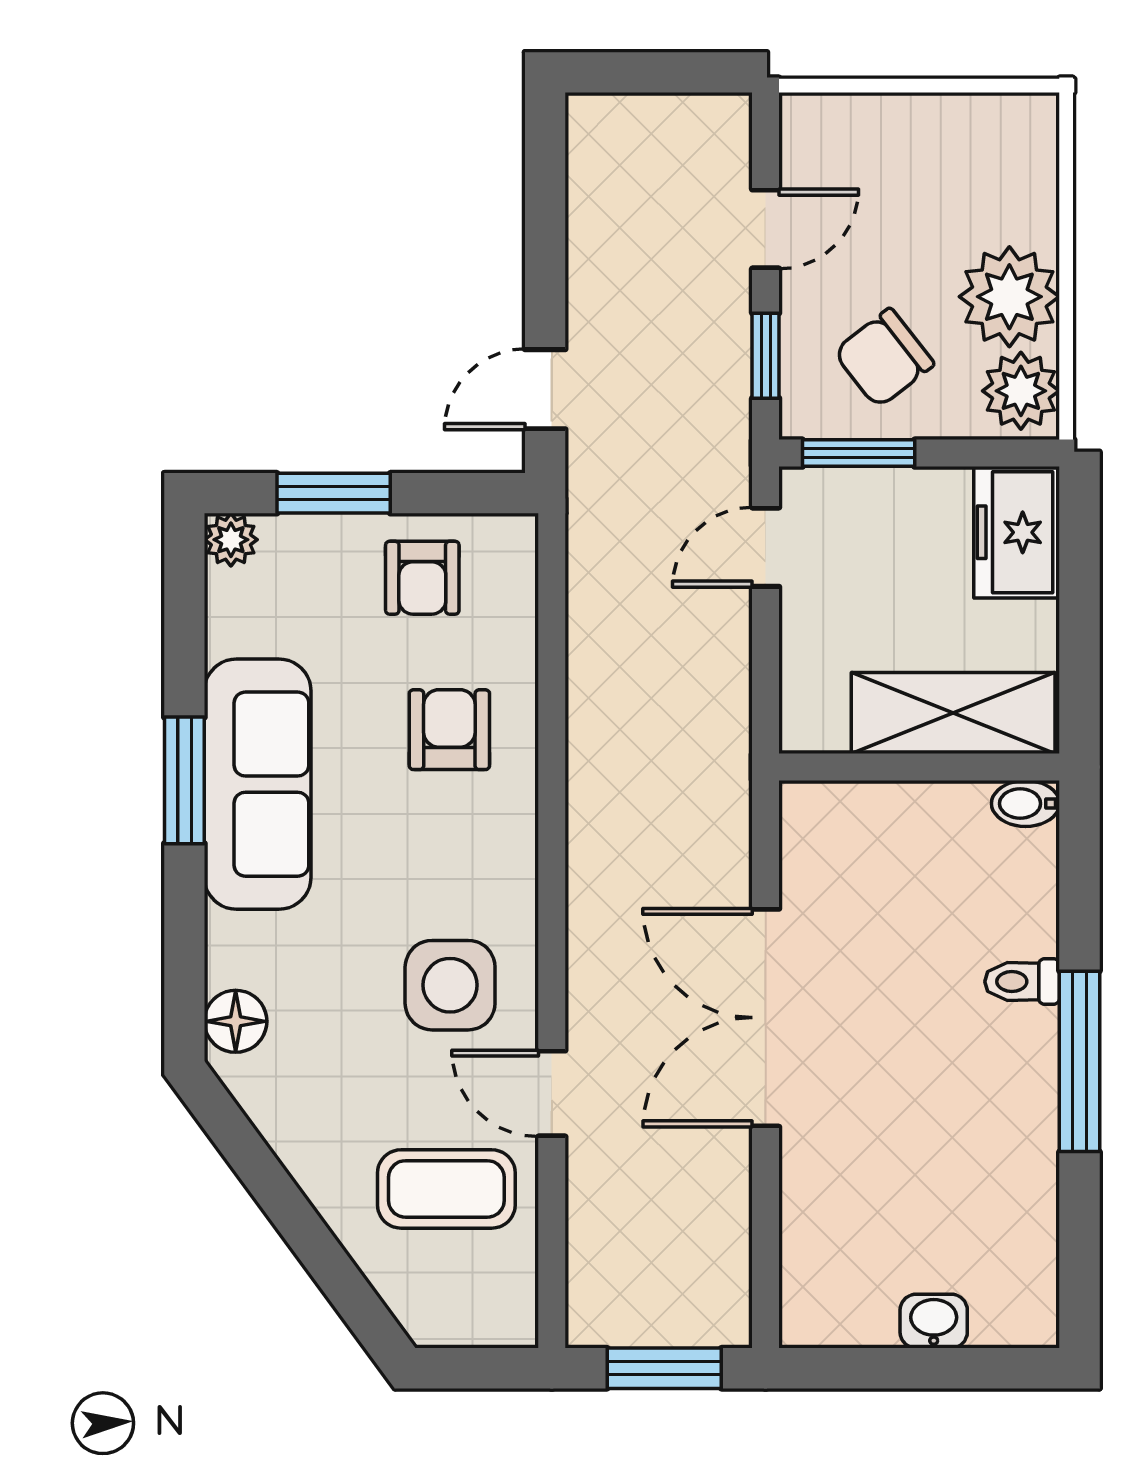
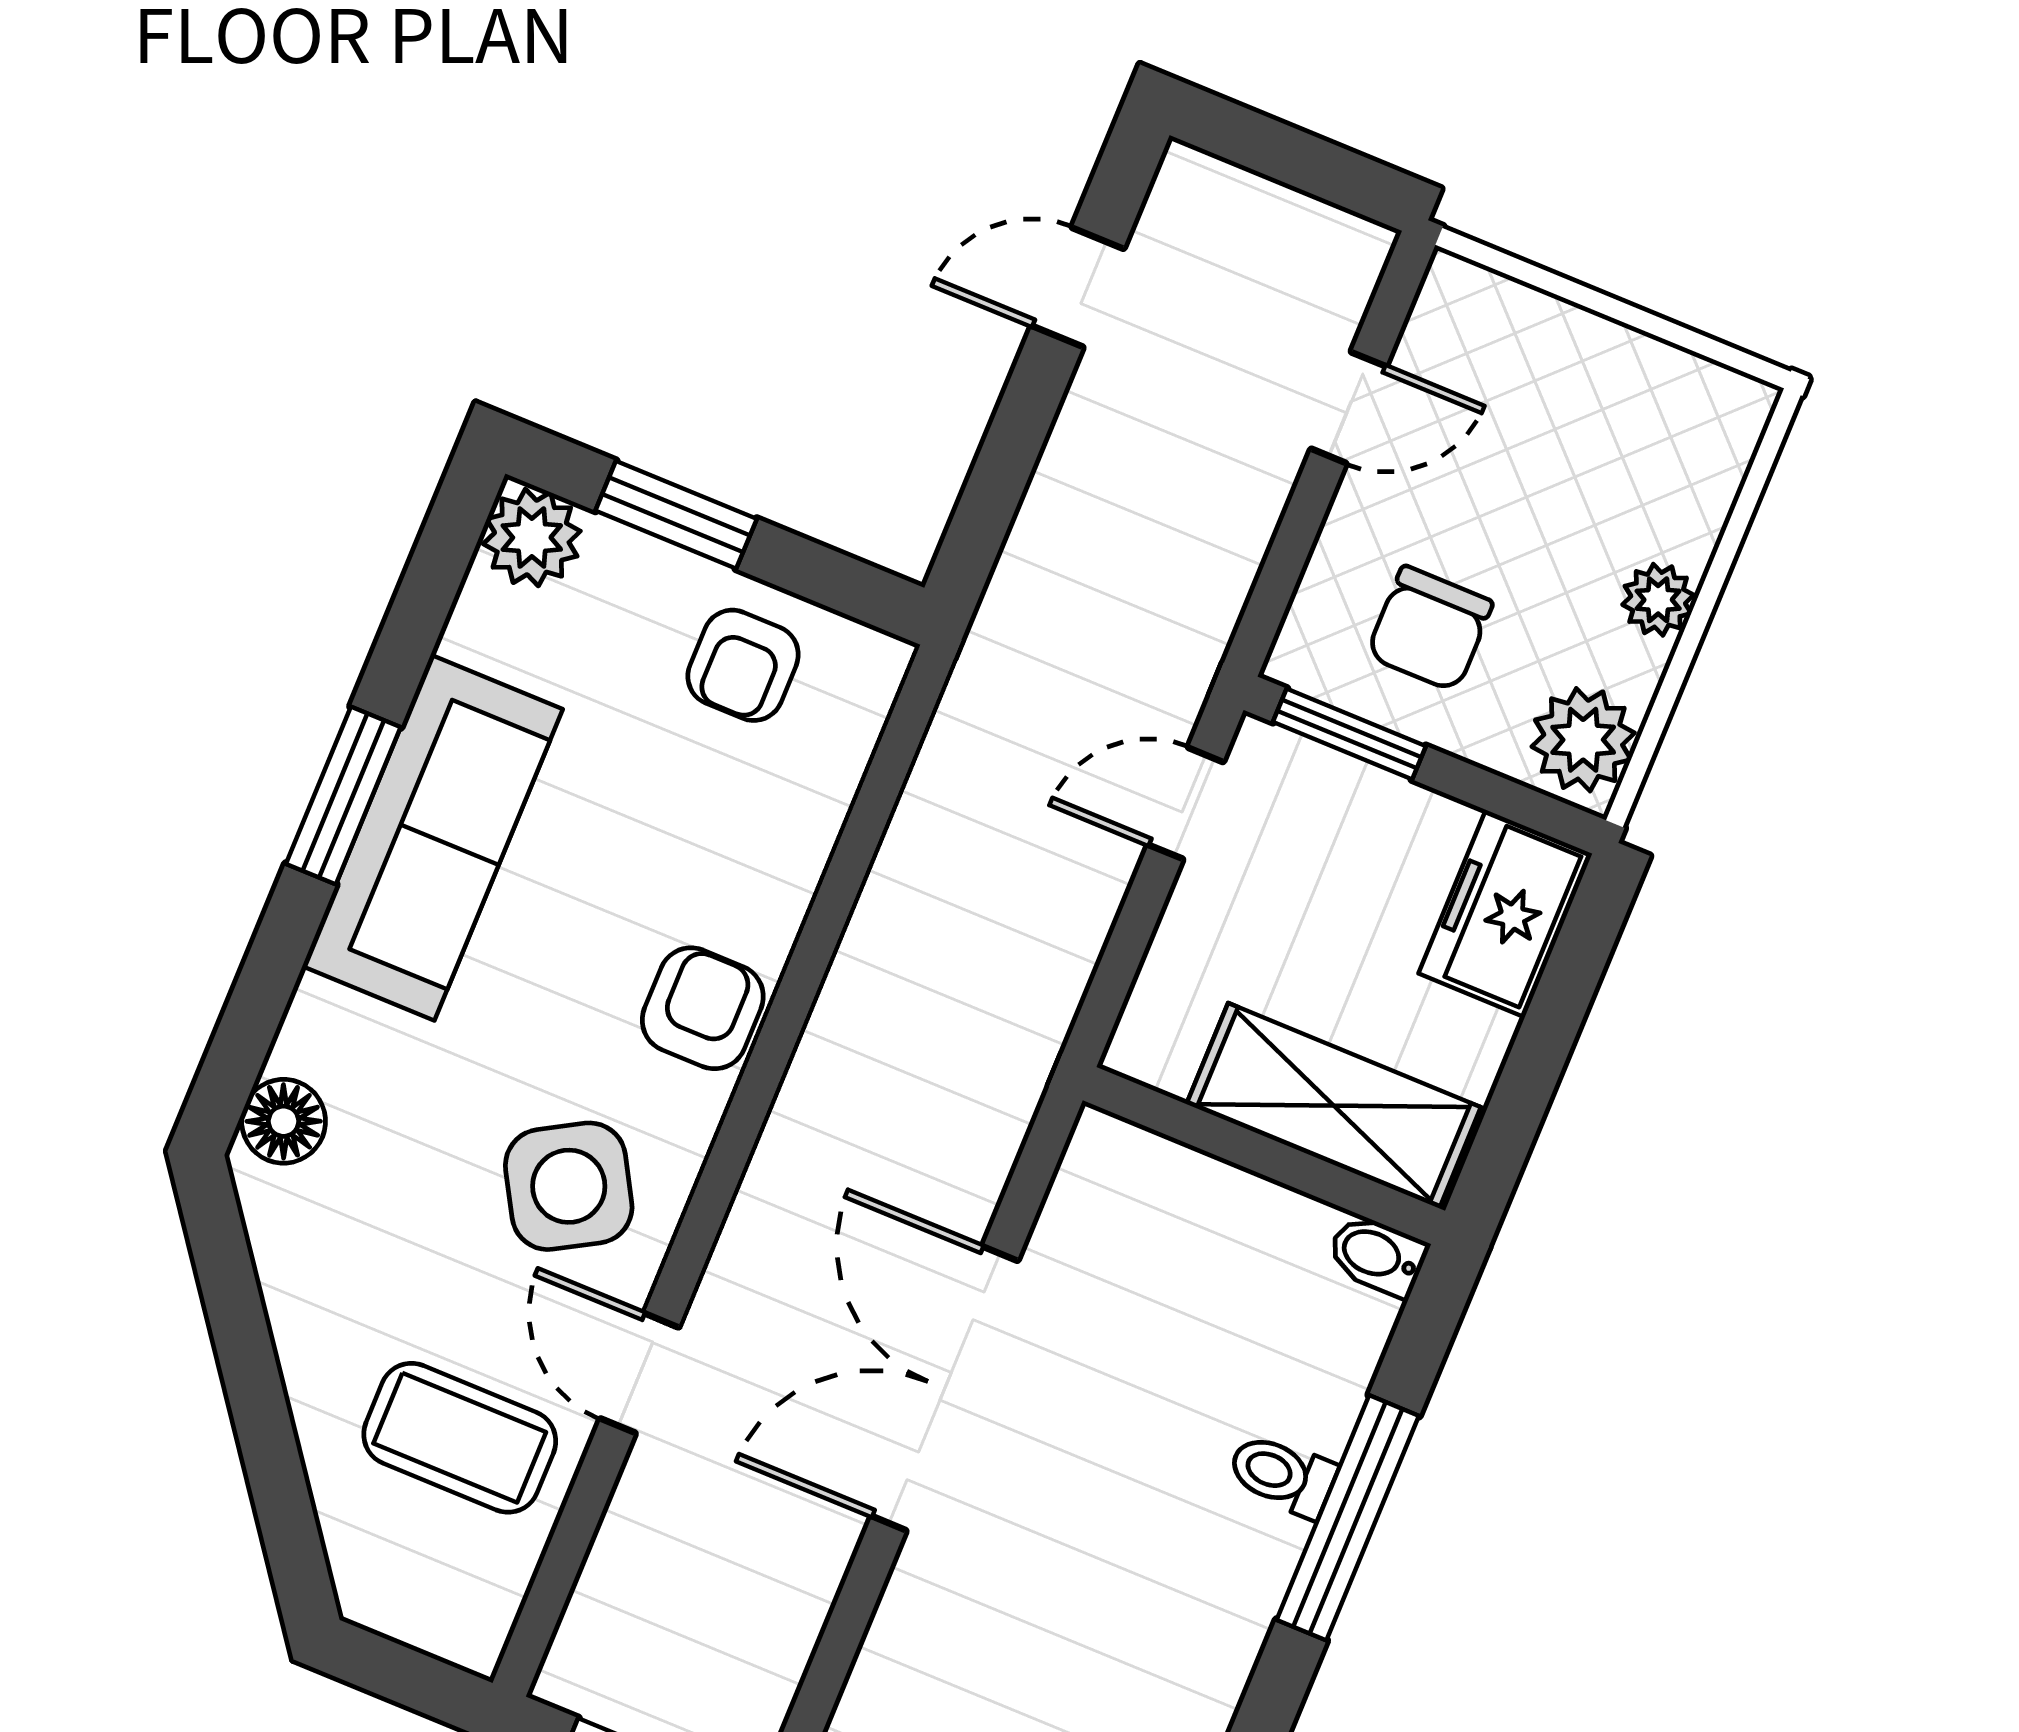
plant: (1009, 297) -> (1658, 600), width x0.53, depth x0.53
window: (766, 356) -> (1284, 565), removed
chair: (884, 358) -> (1430, 629), turned -52
door: (545, 389) -> (1078, 287), moved
plant: (231, 540) -> (532, 538), width x1.38, depth x1.38
armchair: (449, 730) -> (703, 1008), moved
side table: (450, 985) -> (569, 1186), turned -30
window: (1080, 1061) -> (1348, 1518), moved

